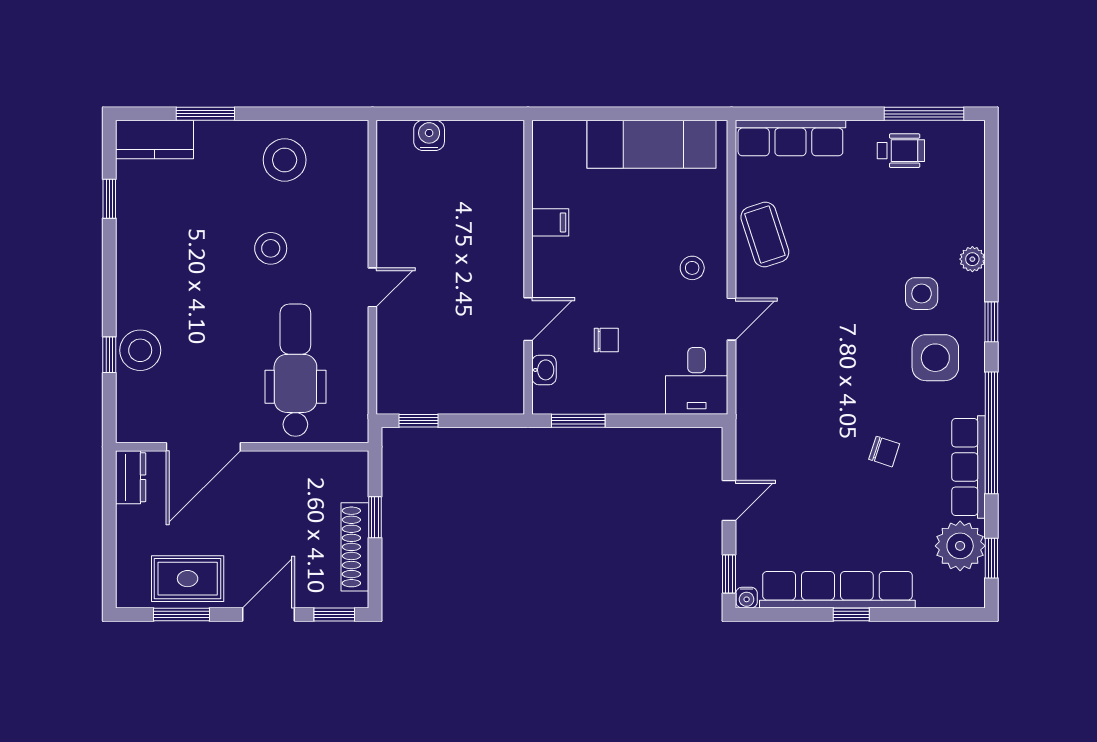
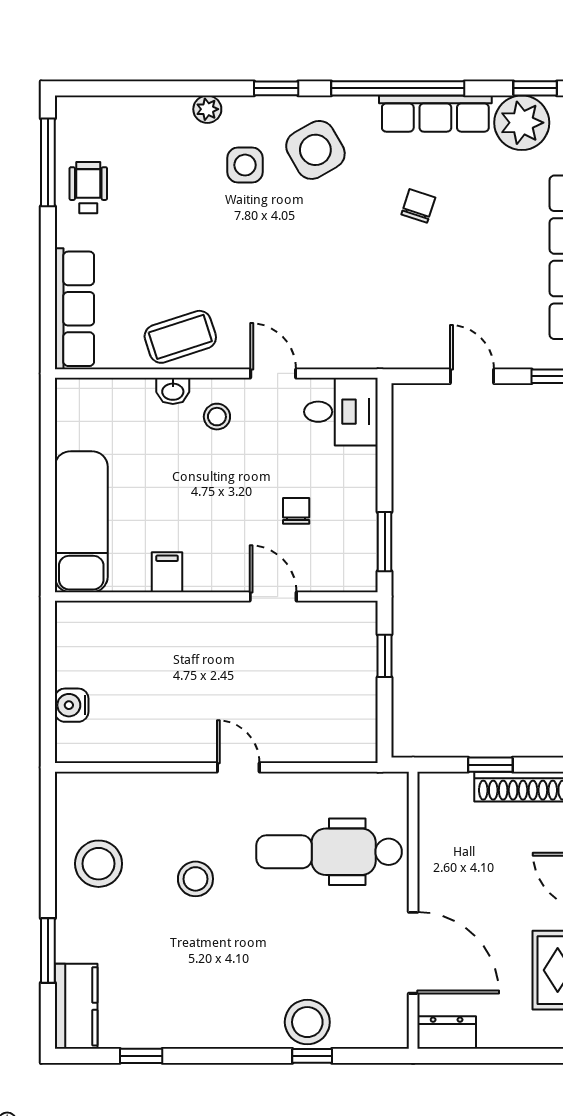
exam couch: (651, 144) -> (81, 522), moved
side table: (935, 358) -> (315, 150), turned -30
washbasin: (544, 370) -> (173, 391), moved, turned 180
window: (419, 421) -> (385, 656), moved

